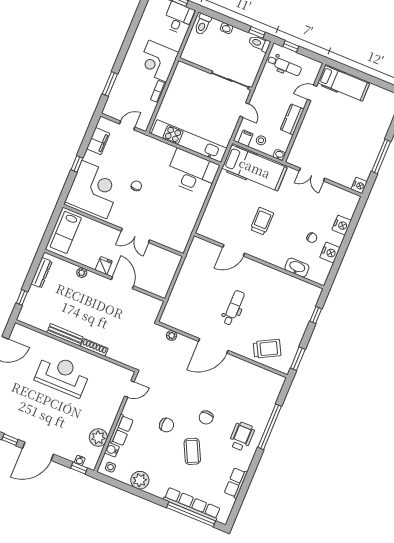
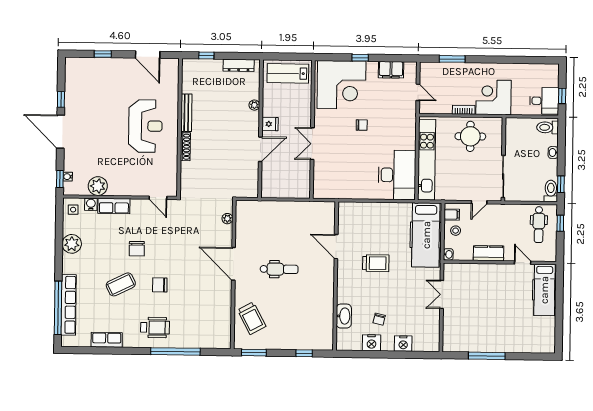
round table: (184, 95) -> (470, 136), added
nightstand: (359, 185) -> (449, 345), removed

